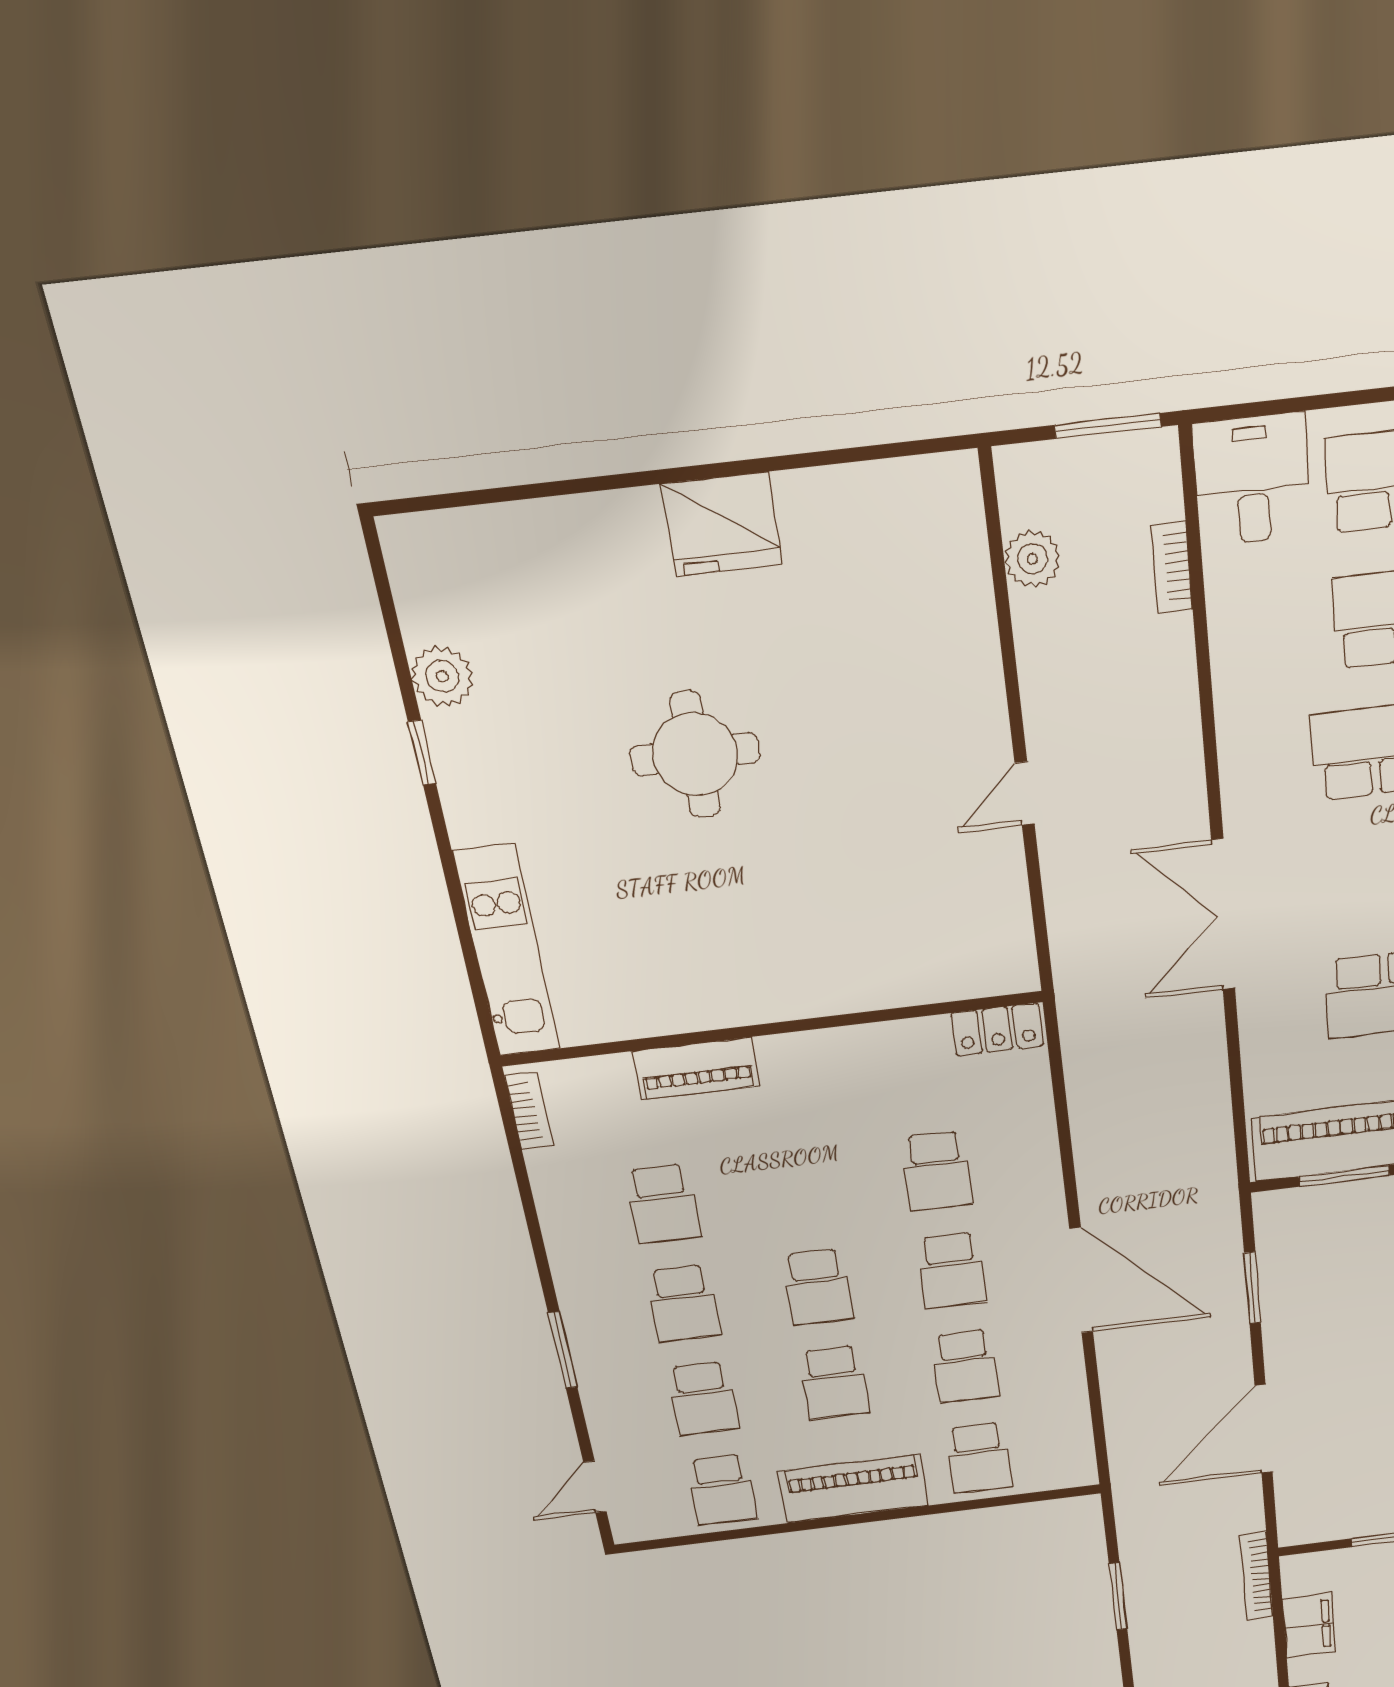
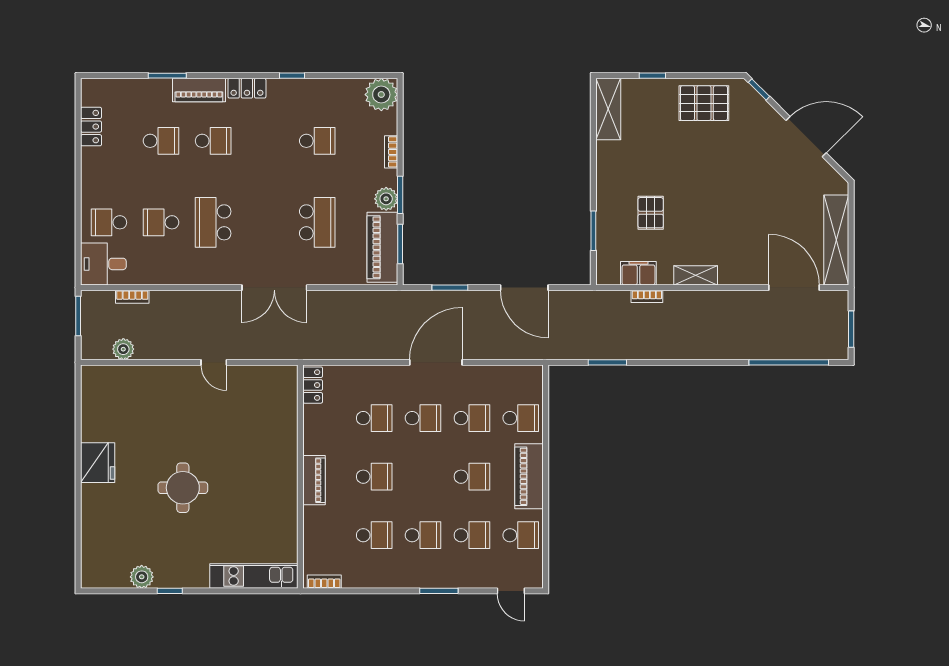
piano: (696, 1068) -> (314, 480), moved
school desk: (818, 1287) -> (374, 477), moved
bookcase: (1256, 1576) -> (647, 296), moved, width x0.64

